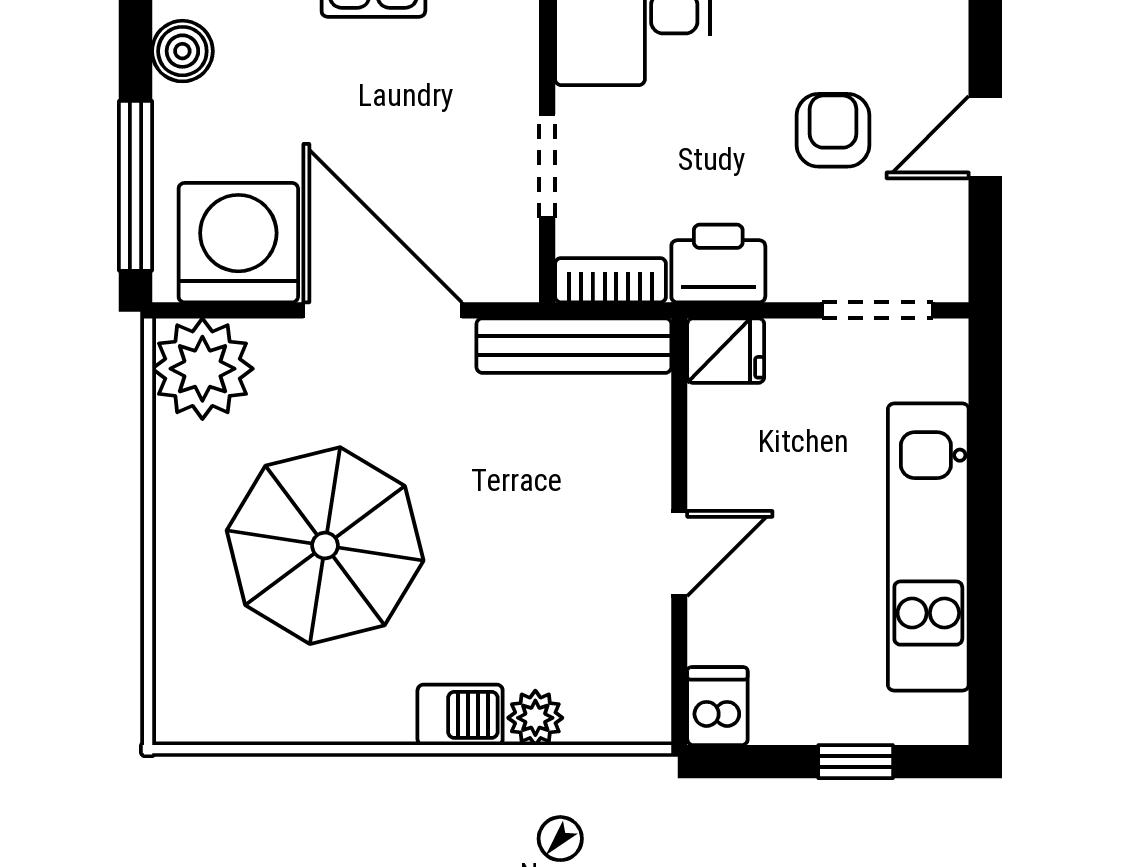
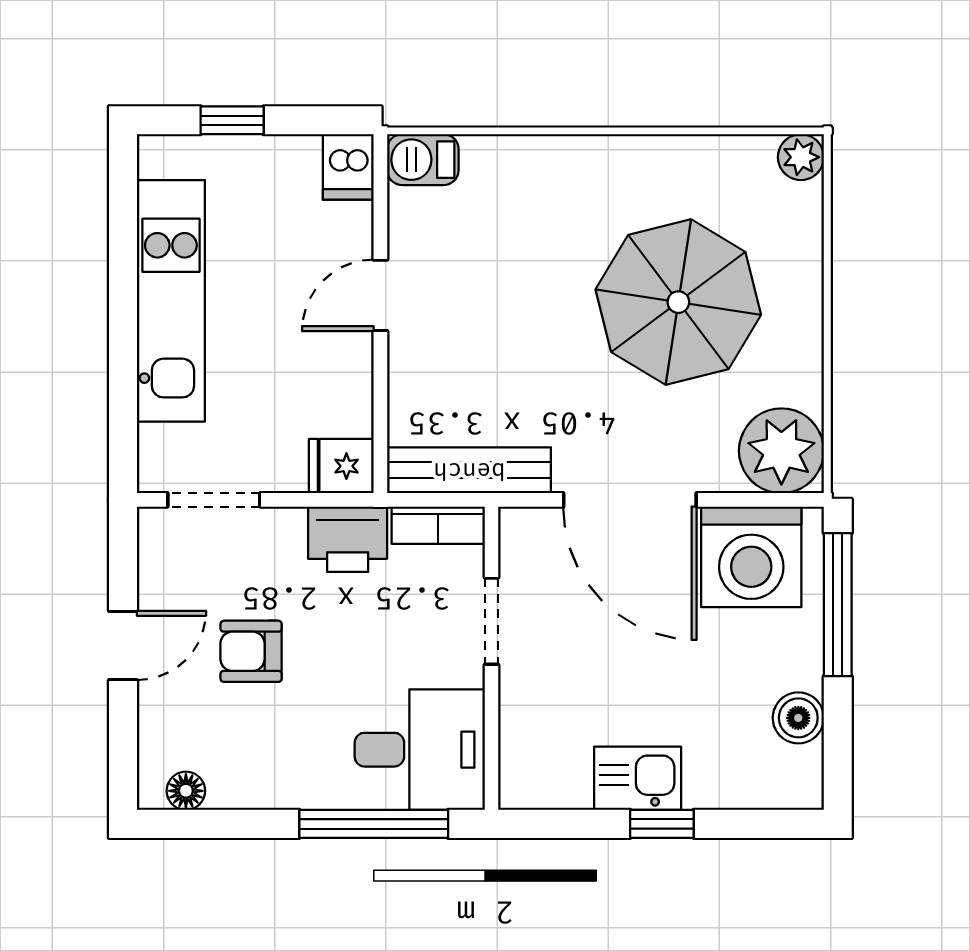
armchair: (833, 130) -> (251, 651), turned 90
barbecue: (460, 715) -> (423, 160), moved
plant: (535, 718) -> (801, 157), moved

